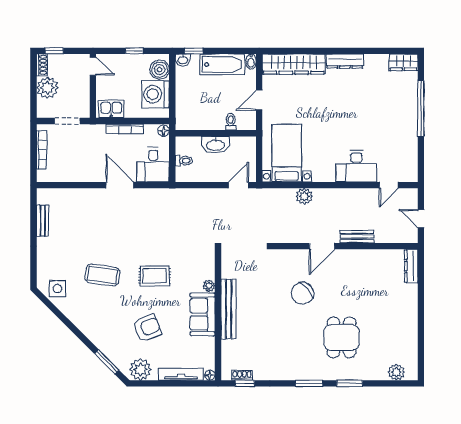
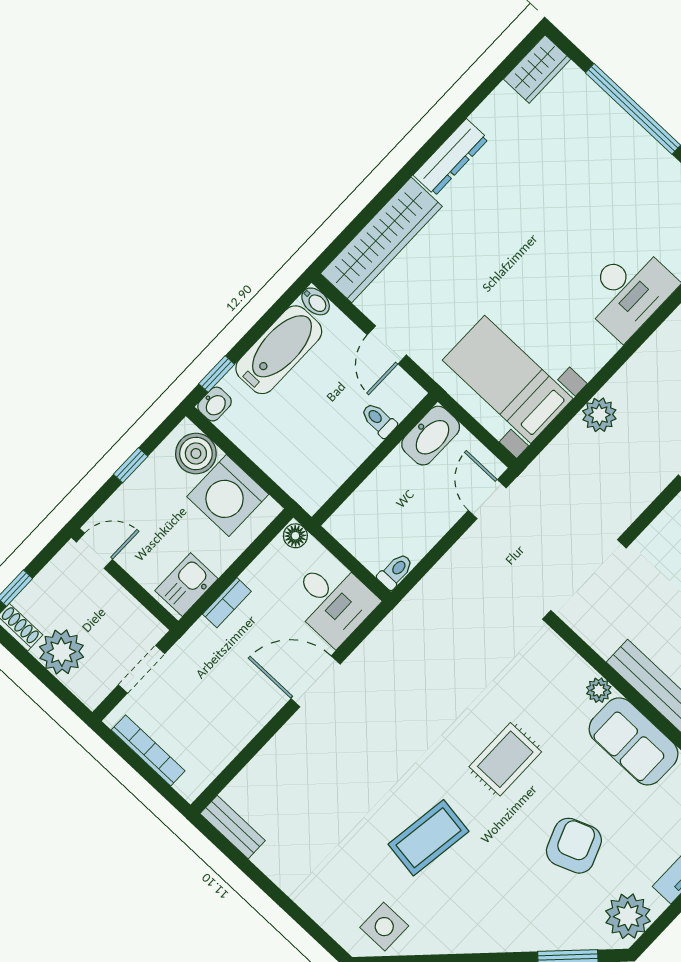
bookcase: (125, 129) -> (227, 603), width x0.64
washbasin: (216, 145) -> (431, 436), moved
toilet: (184, 161) -> (395, 571), moved
bench: (43, 221) -> (233, 827), moved

